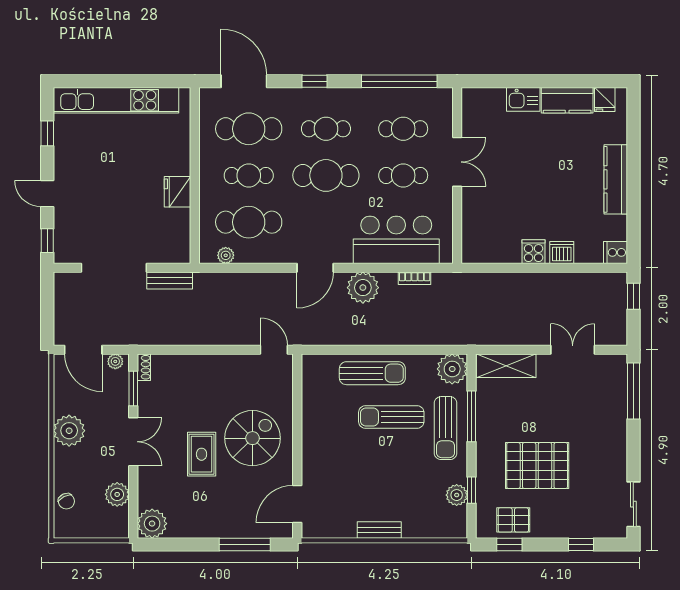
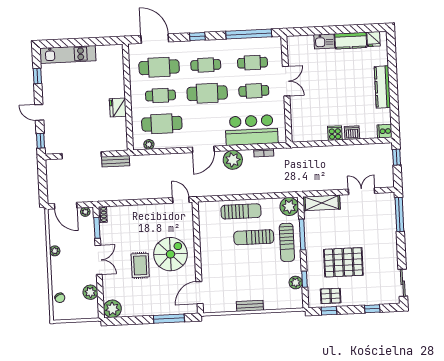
kitchen unit: (116, 100) -> (68, 54), width x0.73
plant: (69, 431) -> (55, 251), width x0.53, depth x0.53

